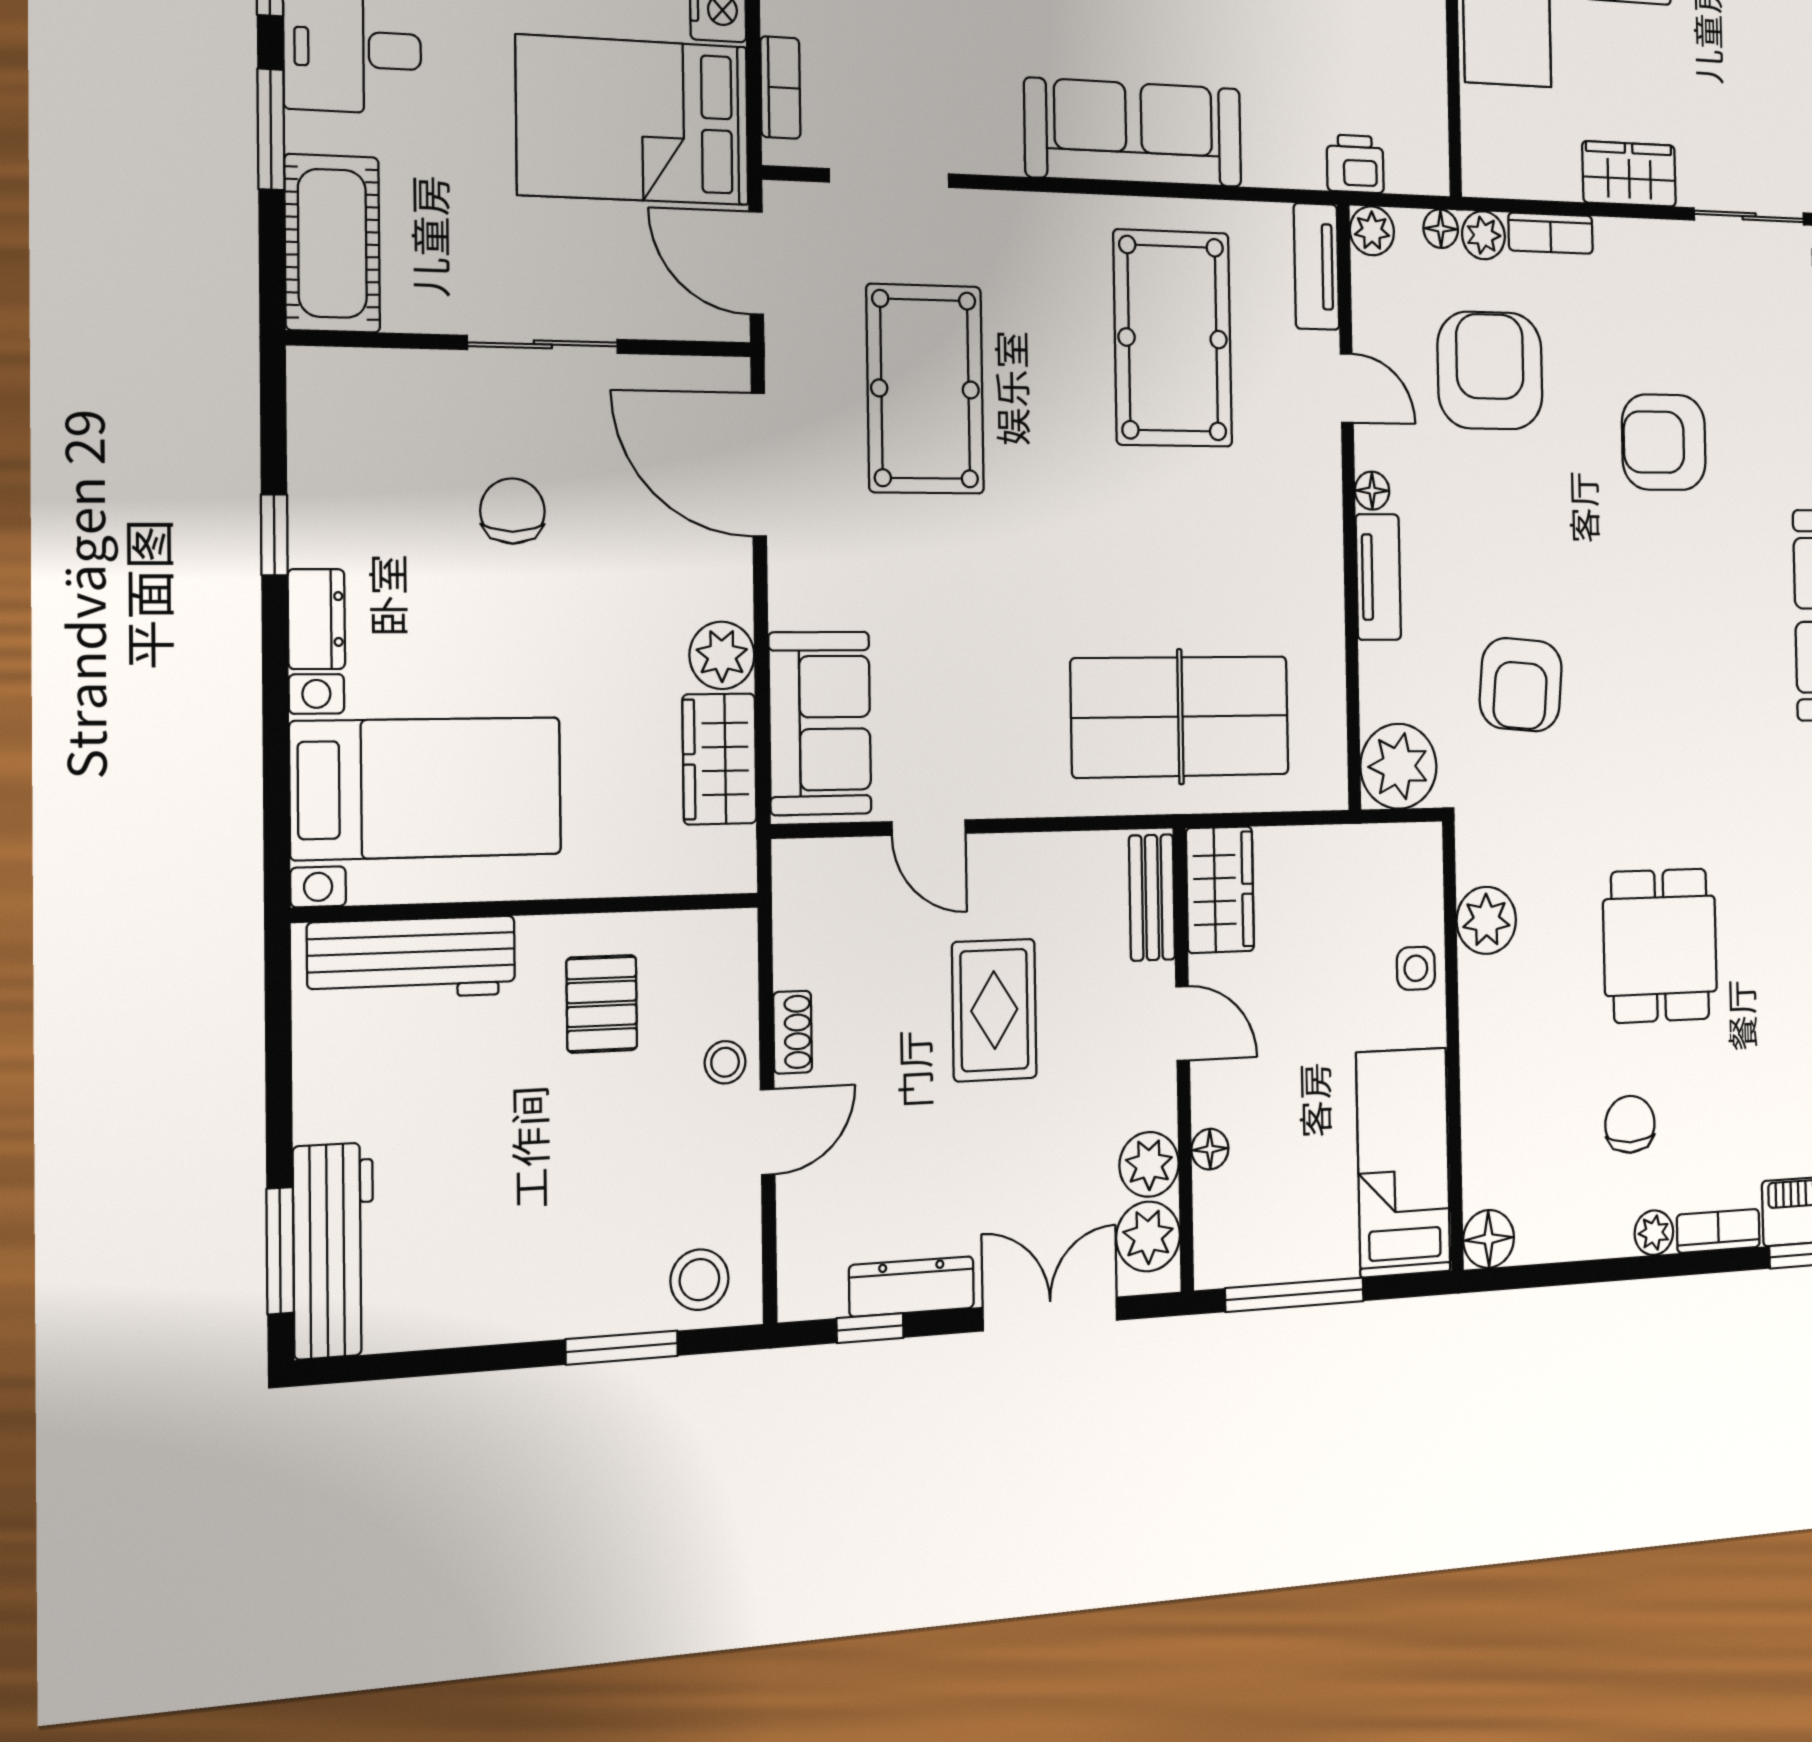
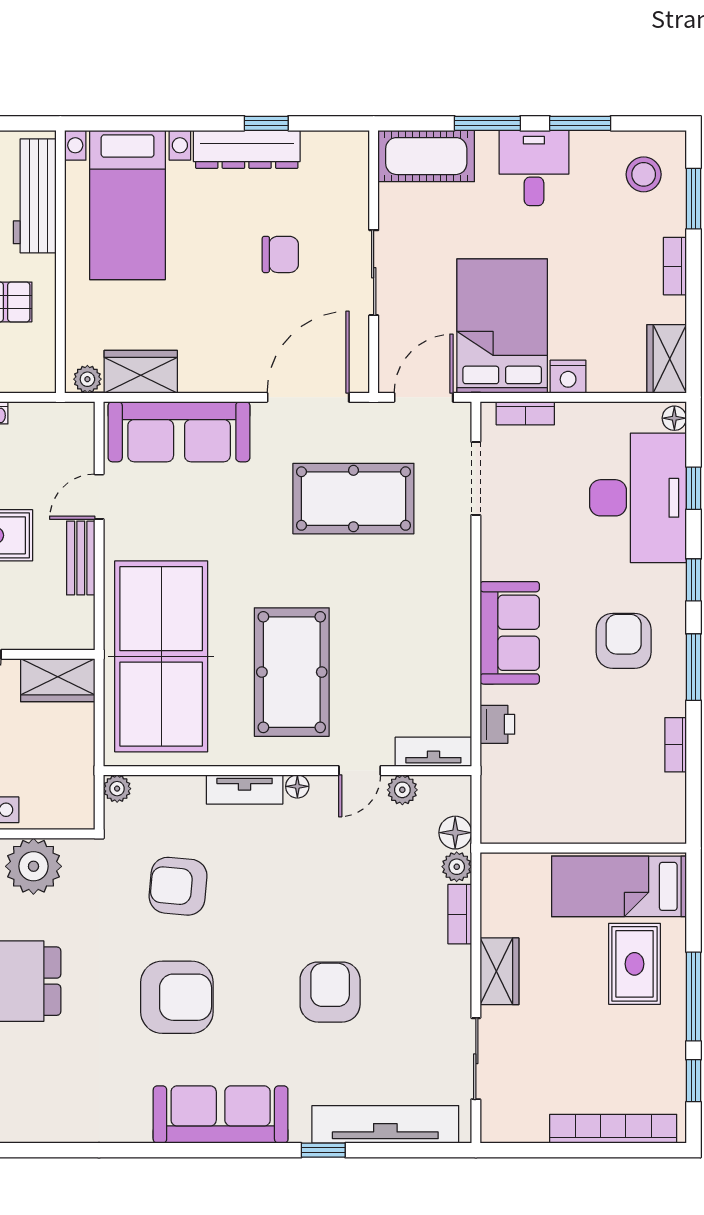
sofa: (1134, 132) -> (510, 633), width x0.73
printer: (1355, 164) -> (497, 724), moved
floor lamp: (1441, 229) -> (455, 833), width x1.37, depth x1.37
plant: (1372, 231) -> (402, 790), moved
pool table: (1173, 338) -> (292, 672), moved, turned 90
armchair: (1490, 370) -> (177, 997), moved
dresser: (316, 619) -> (247, 149), width x1.96, depth x1.24
plant: (722, 655) -> (87, 379), moved, width x0.73, depth x0.73
table tennis table: (1180, 717) -> (161, 656), width x1.36, depth x1.32
sofa: (820, 723) -> (179, 432), width x1.36
plant: (1399, 766) -> (117, 789), width x0.53, depth x0.53
bench: (1152, 897) -> (81, 558), moved, turned 90
plant: (1486, 920) -> (33, 866), width x1.36, depth x1.36

